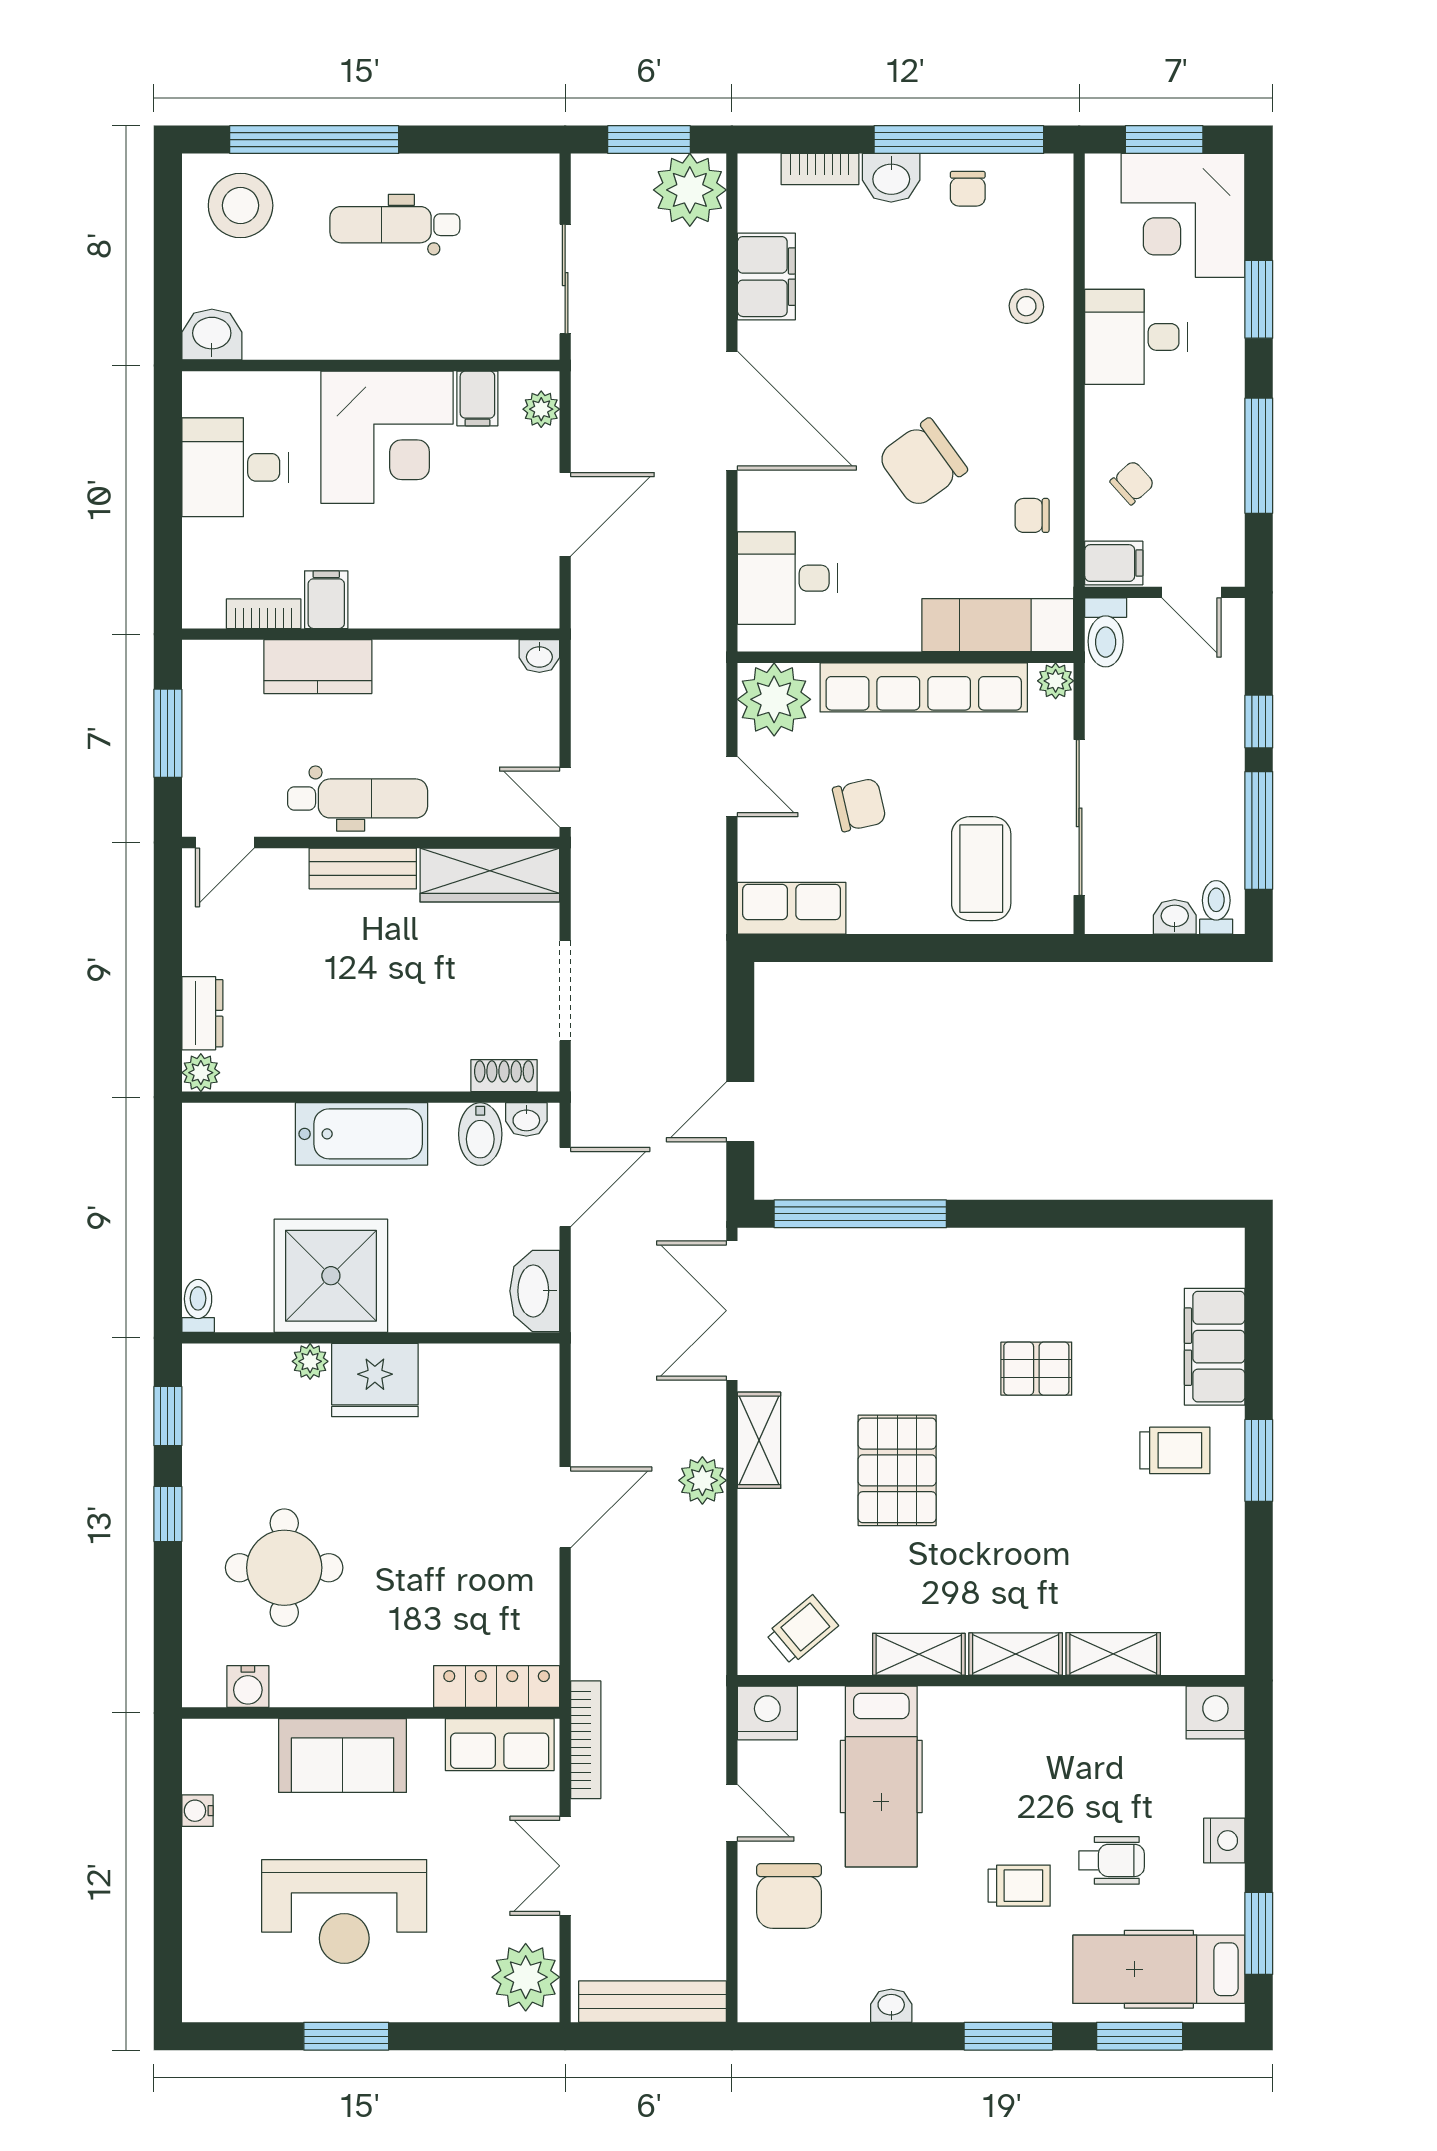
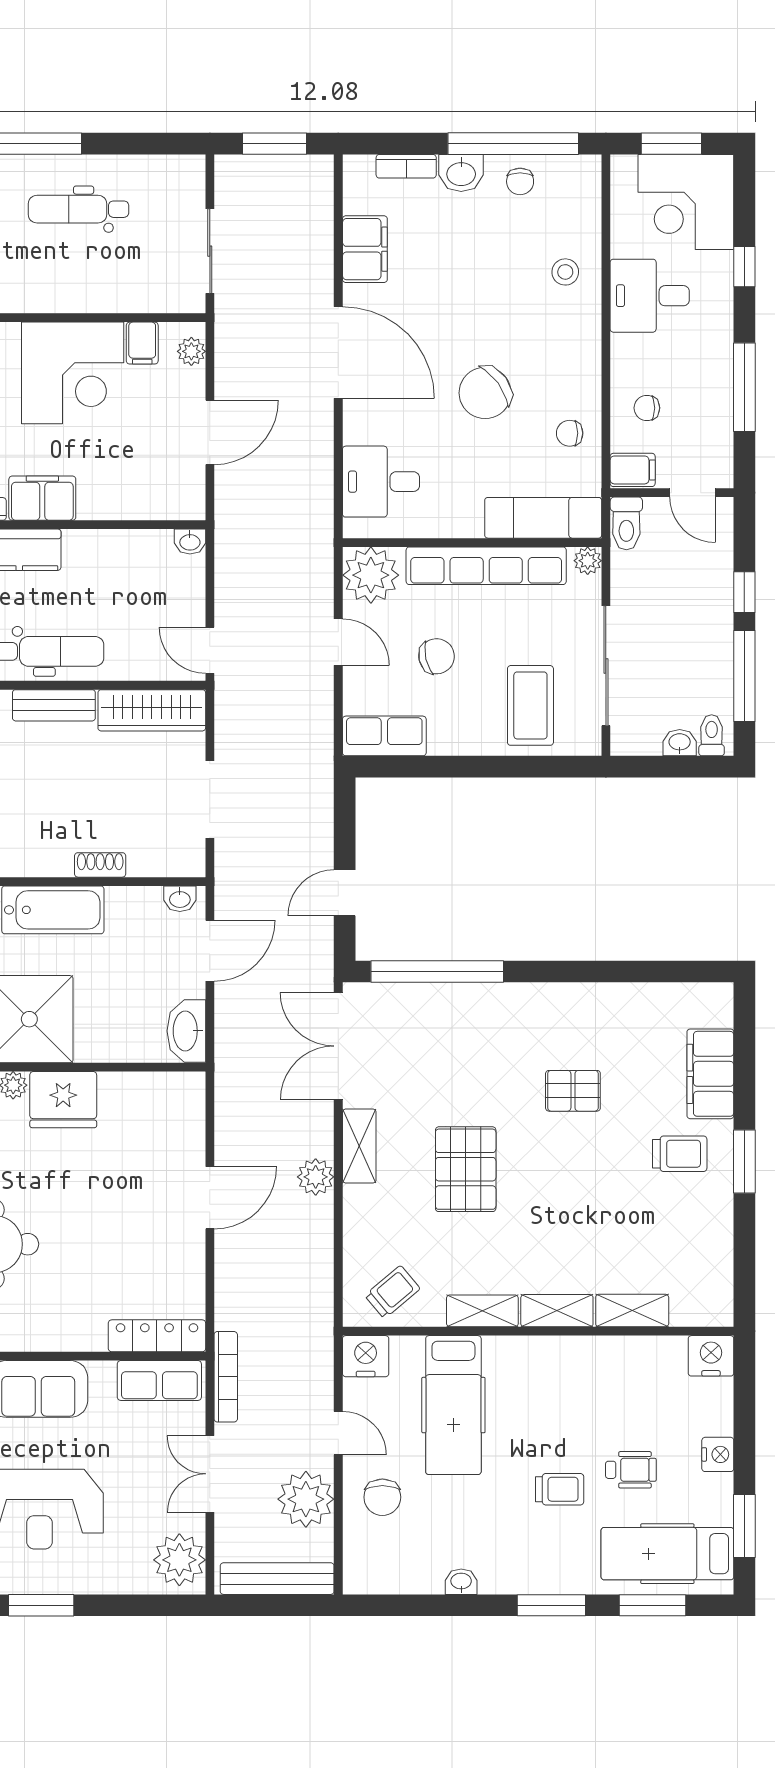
plant: (690, 190) -> (306, 1499), moved
window: (1259, 299) -> (744, 267), width x0.67
chair: (1132, 483) -> (647, 408), turned -138
filing cabinet: (326, 600) -> (42, 498), width x2.00
shoe rack: (504, 1076) -> (100, 865), moved
bidet: (480, 1134) -> (144, 910), removed
chair: (789, 1896) -> (382, 1497), width x0.73, depth x0.73

